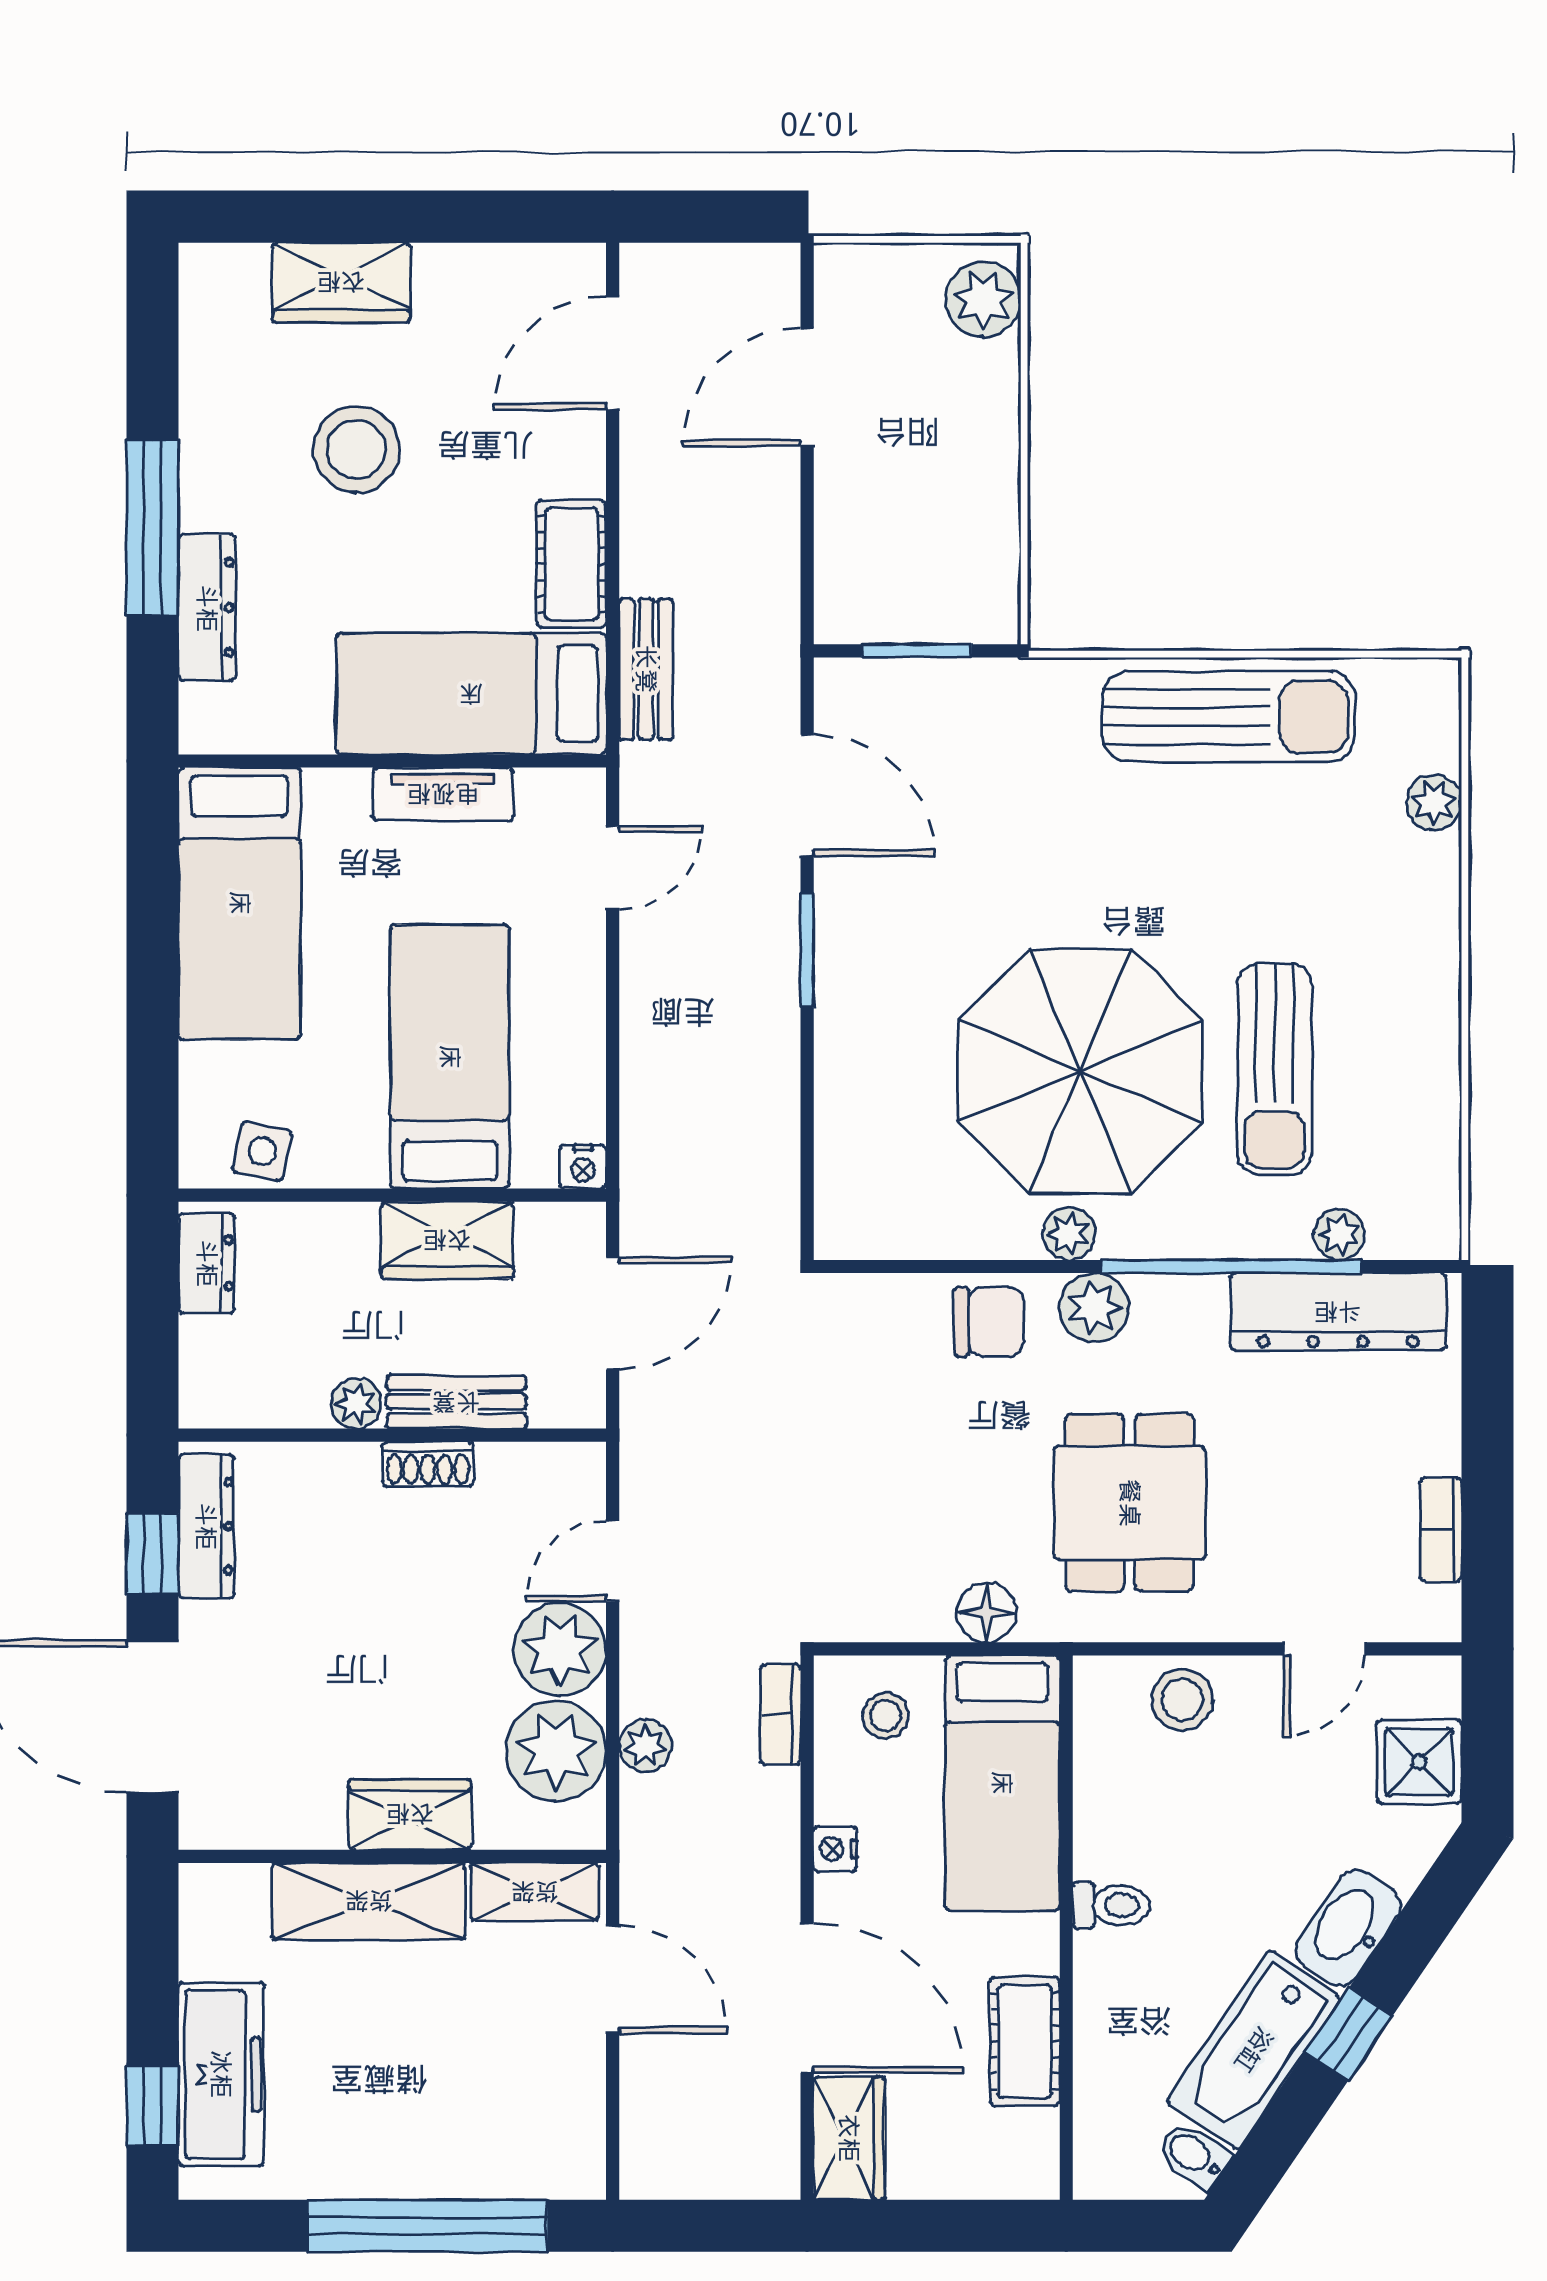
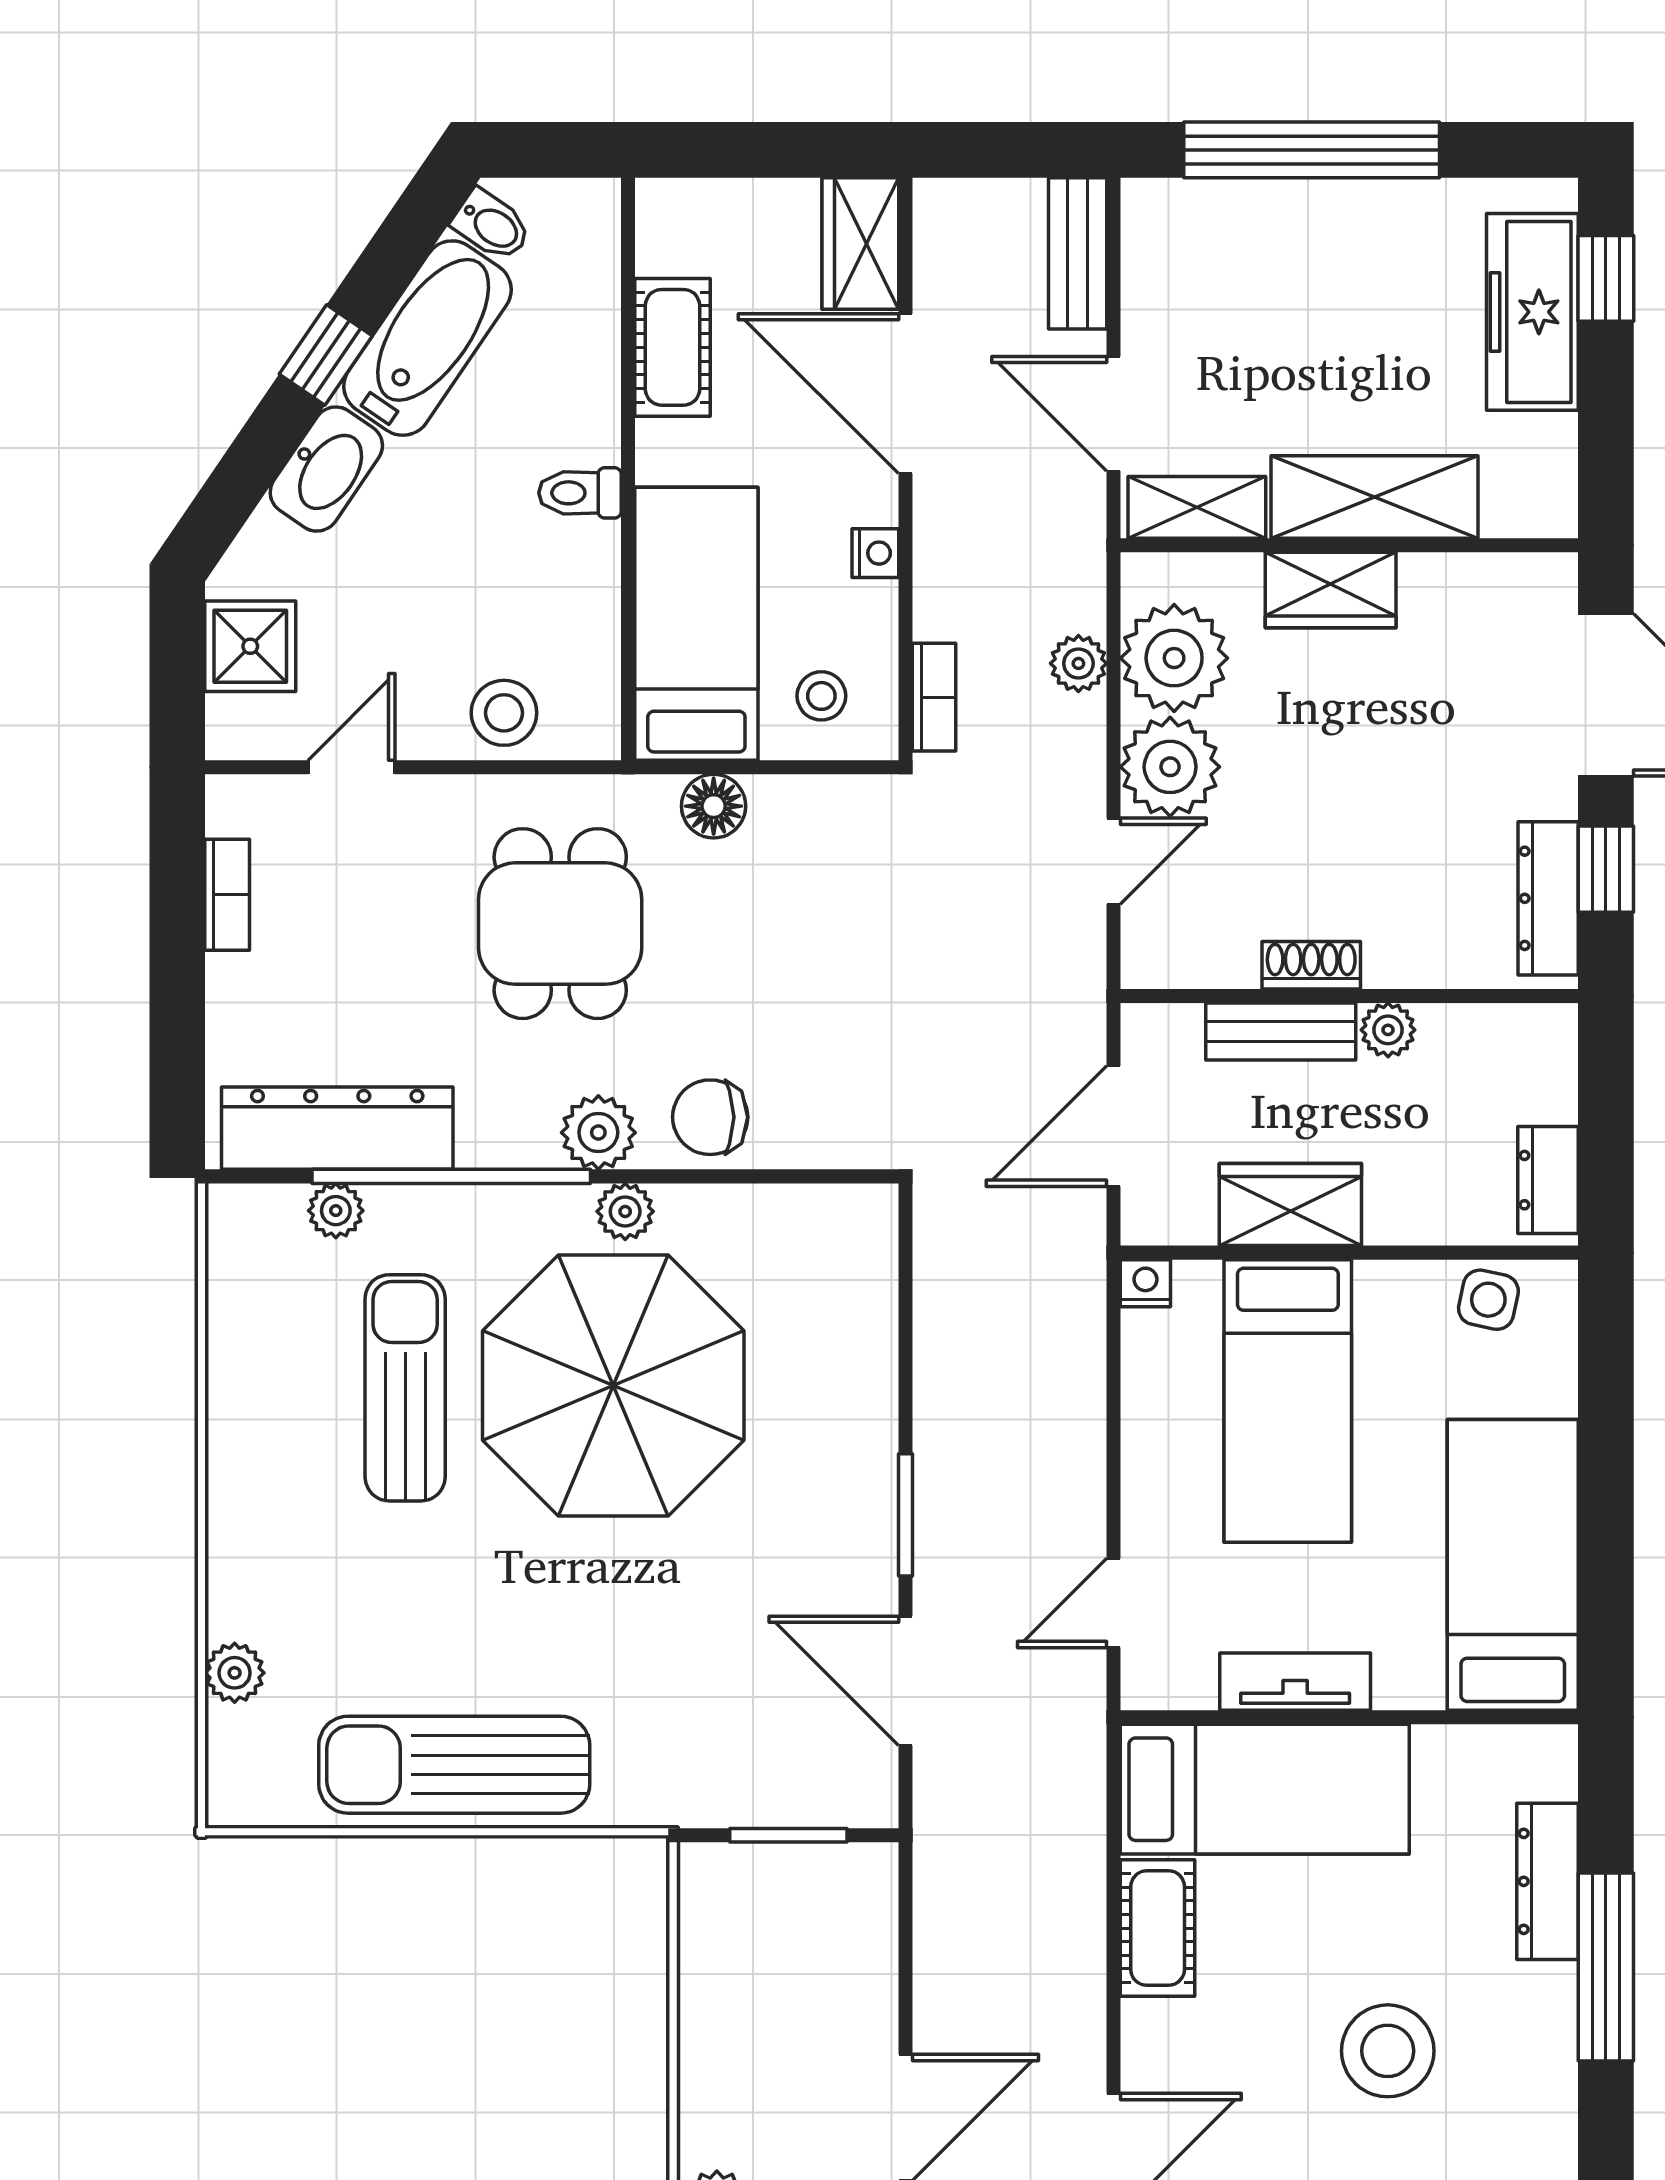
bench: (646, 669) -> (1078, 253), moved

